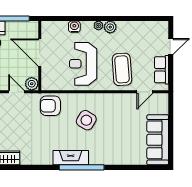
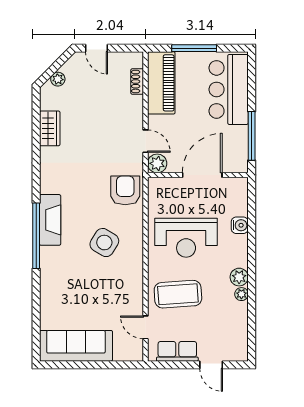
plant: (98, 25) -> (241, 294), moved
reception desk: (83, 64) -> (186, 238), turned 180
door: (16, 92) -> (146, 141), hinge flipped

